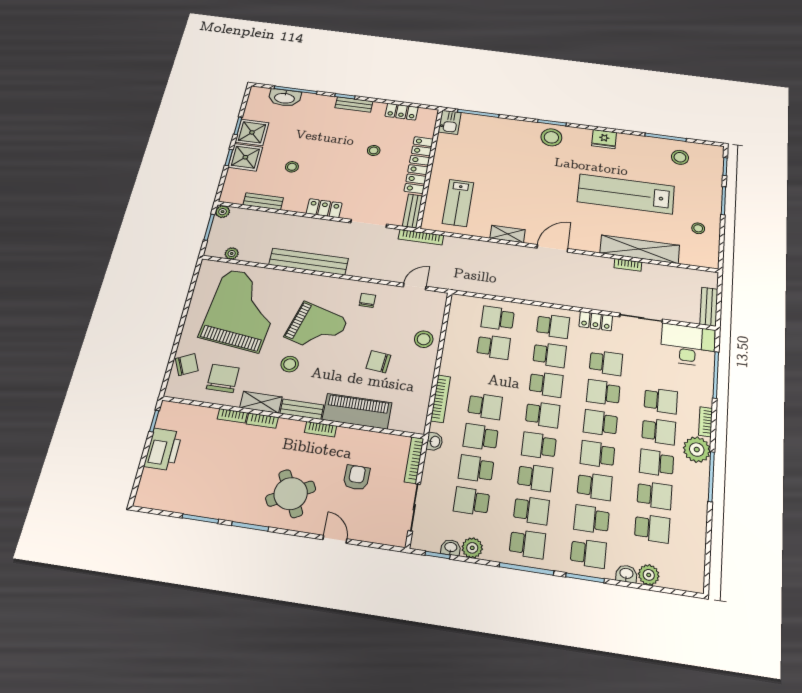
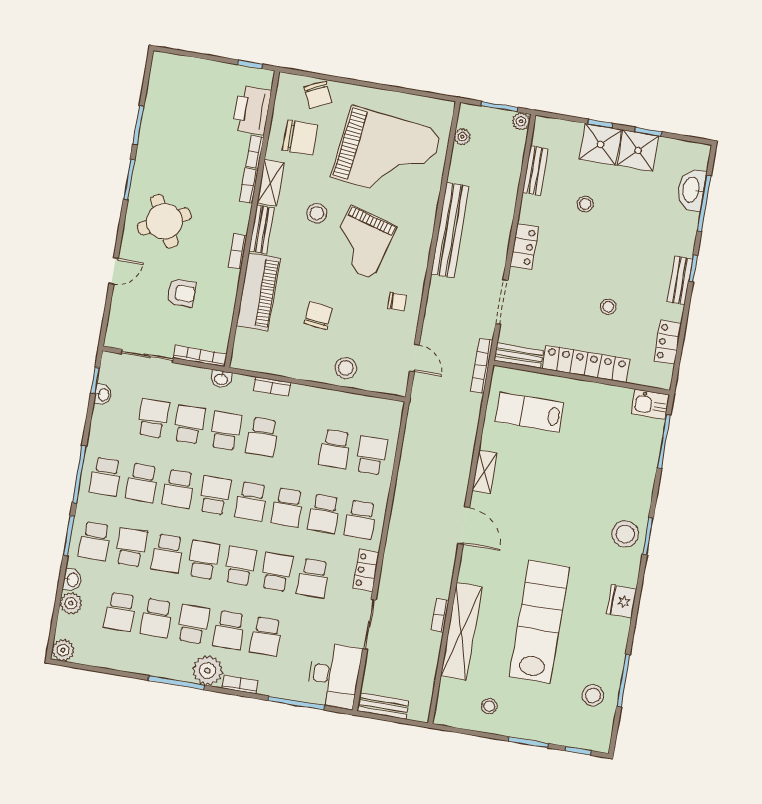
bookcase: (441, 399) -> (272, 386), width x0.64
printer: (163, 449) -> (252, 110), moved, turned 90
plant: (472, 548) -> (63, 650), moved

